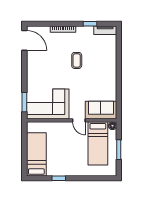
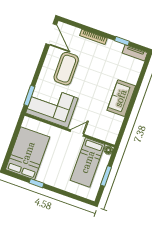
coffee table: (77, 60) -> (66, 69), moved, width x1.86, depth x1.72
sofa: (101, 110) -> (121, 98), moved, turned -90
door: (79, 120) -> (77, 133), swing flipped
bed: (36, 154) -> (28, 153), width x1.50

